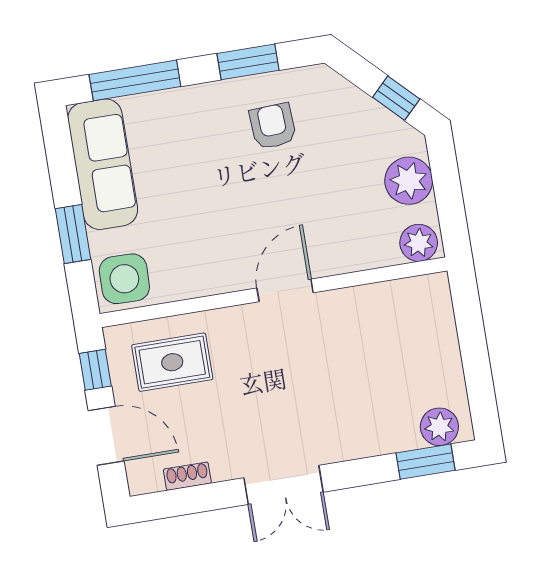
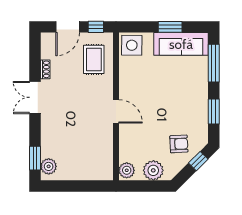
window: (396, 98) -> (198, 161), moved
armchair: (273, 126) -> (179, 144), moved
window: (73, 234) -> (170, 27), moved
shoe rack: (187, 476) -> (45, 69), moved

